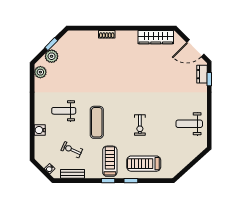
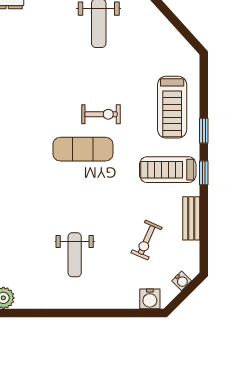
exercise mat: (97, 122) -> (83, 149), moved
water cooler: (40, 130) -> (150, 299), moved
bench: (73, 174) -> (191, 218), moved

